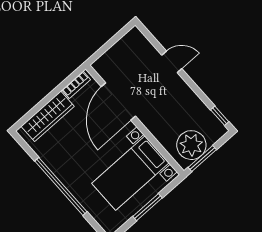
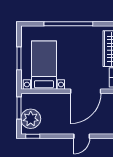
door: (118, 101) -> (86, 91), swing flipped
plant: (191, 145) -> (31, 119), moved

